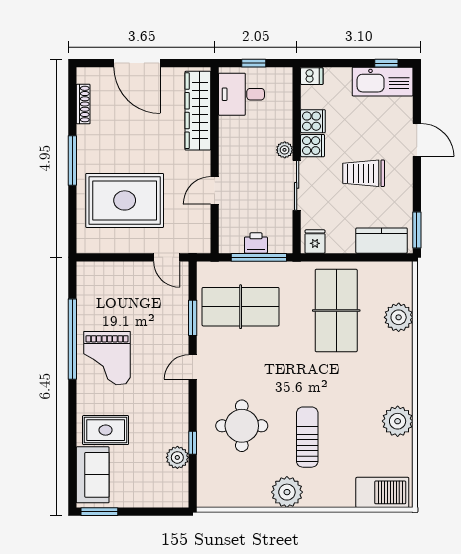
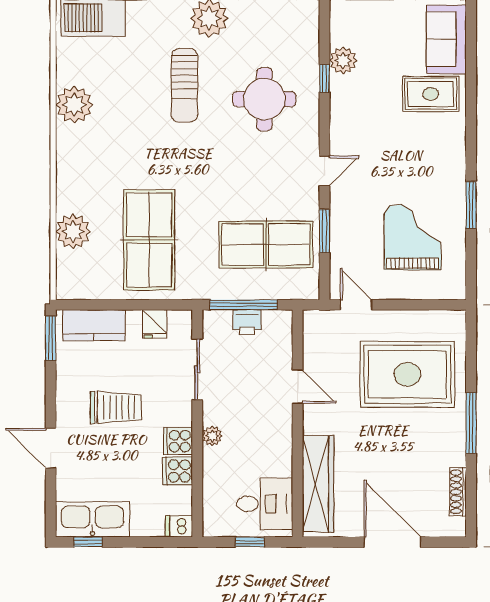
sliding door: (297, 185) -> (197, 369), moved
door: (215, 190) -> (298, 386), hinge flipped
fridge: (315, 242) -> (155, 324), moved
window: (72, 339) -> (471, 205), width x0.47
grand piano: (107, 358) -> (413, 237), moved

